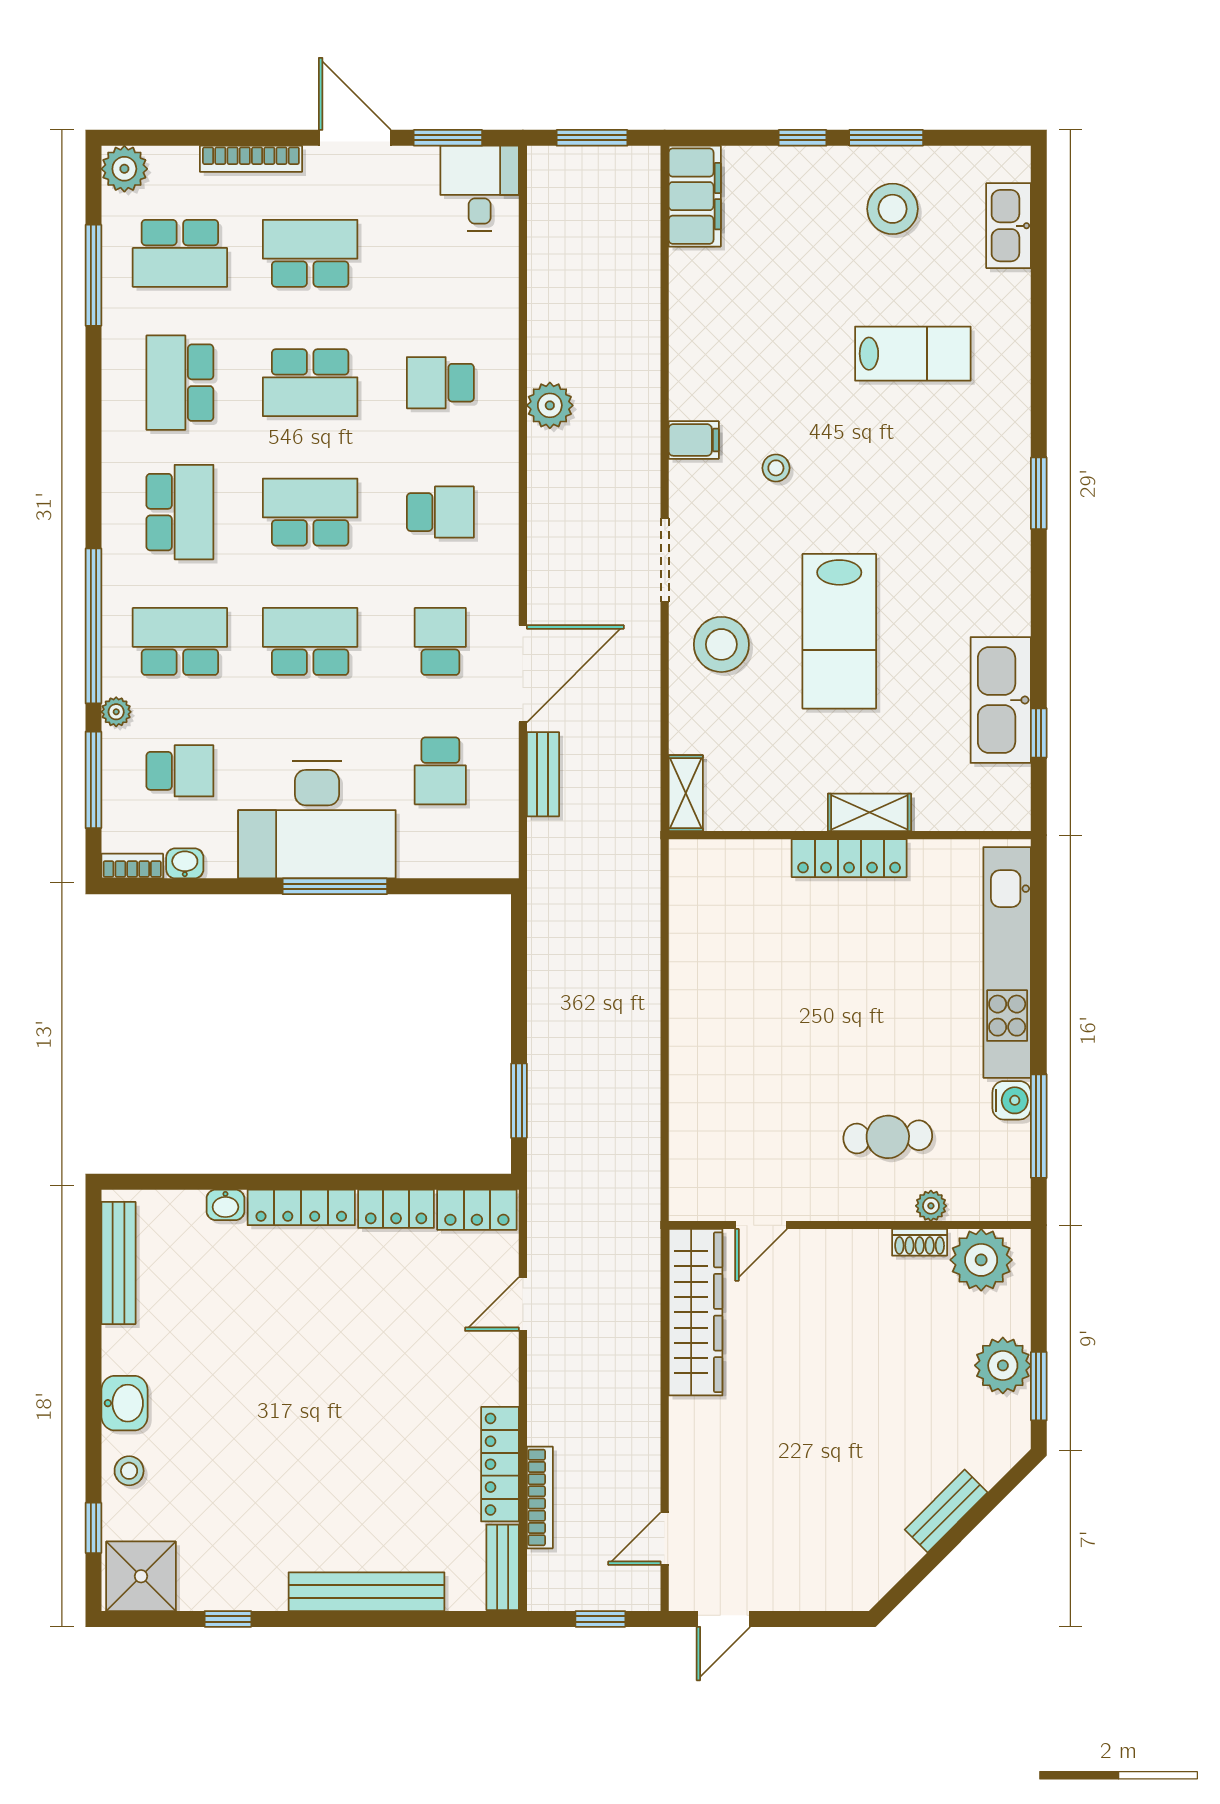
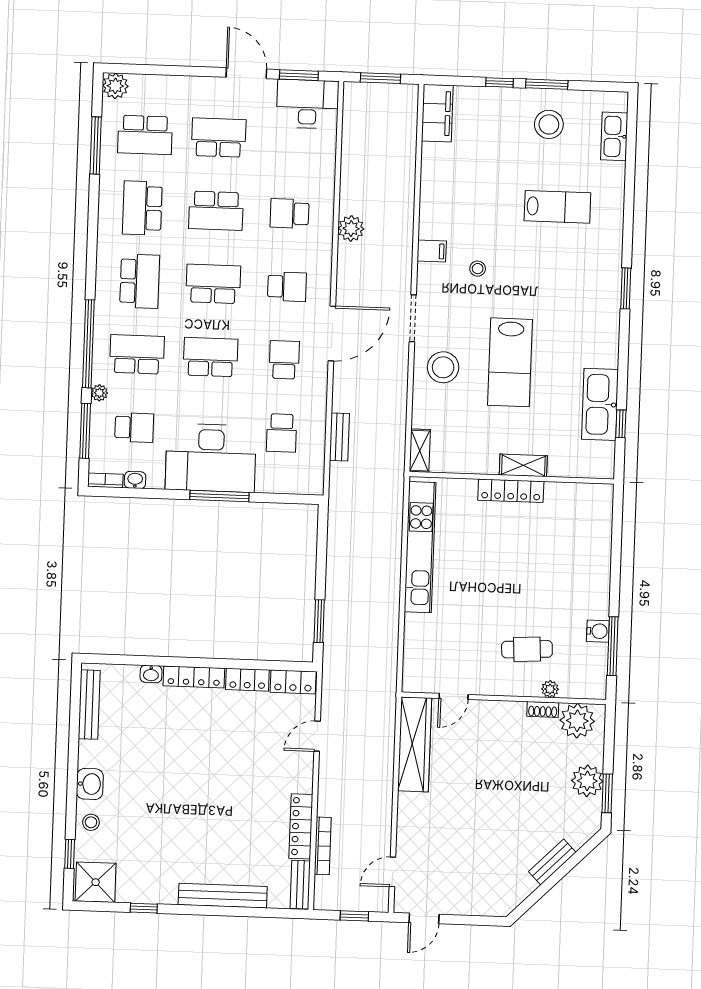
bookcase: (251, 159) -> (187, 83), removed
desk: (480, 188) -> (308, 104), width x1.37
door: (523, 674) -> (332, 333), moved
kitchen unit: (1007, 962) -> (420, 547), moved, turned 180

